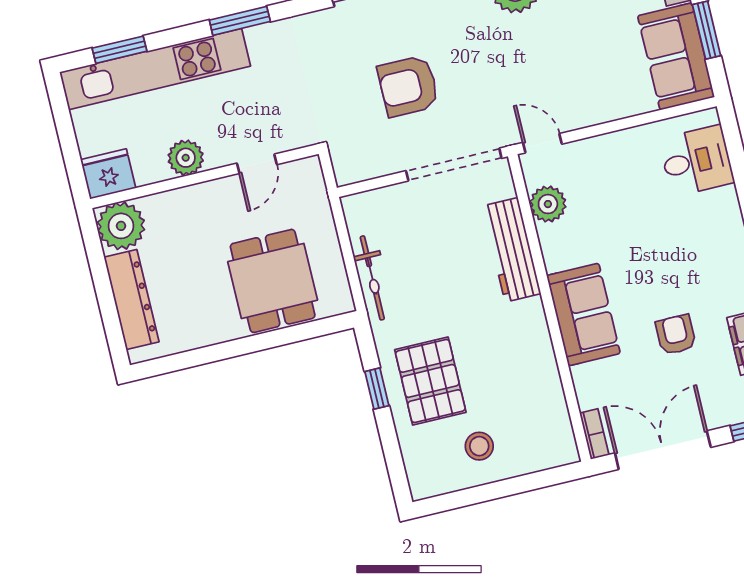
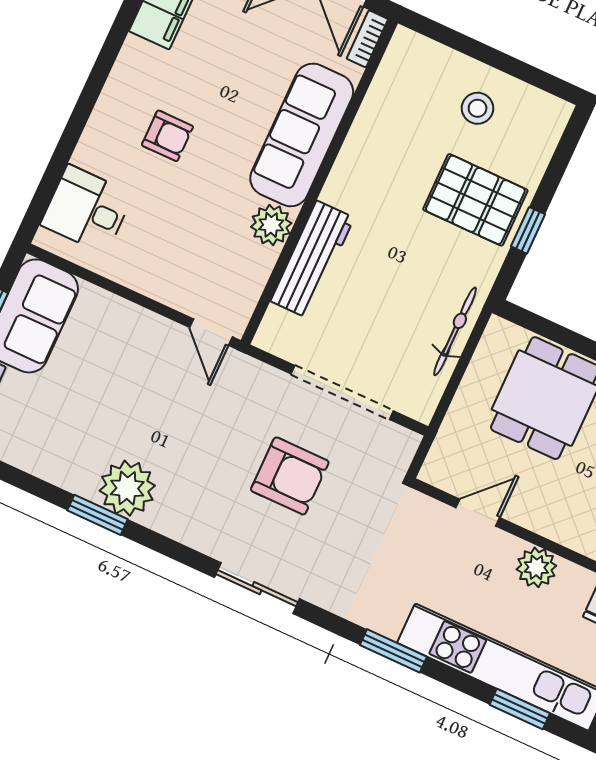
doorway: (454, 165) -> (342, 392), moved
plant: (548, 204) -> (271, 225), moved
sofa: (583, 315) -> (302, 135), width x1.36
armchair: (676, 335) -> (167, 136), moved, turned -90
pallet: (430, 381) -> (475, 200), turned 90

